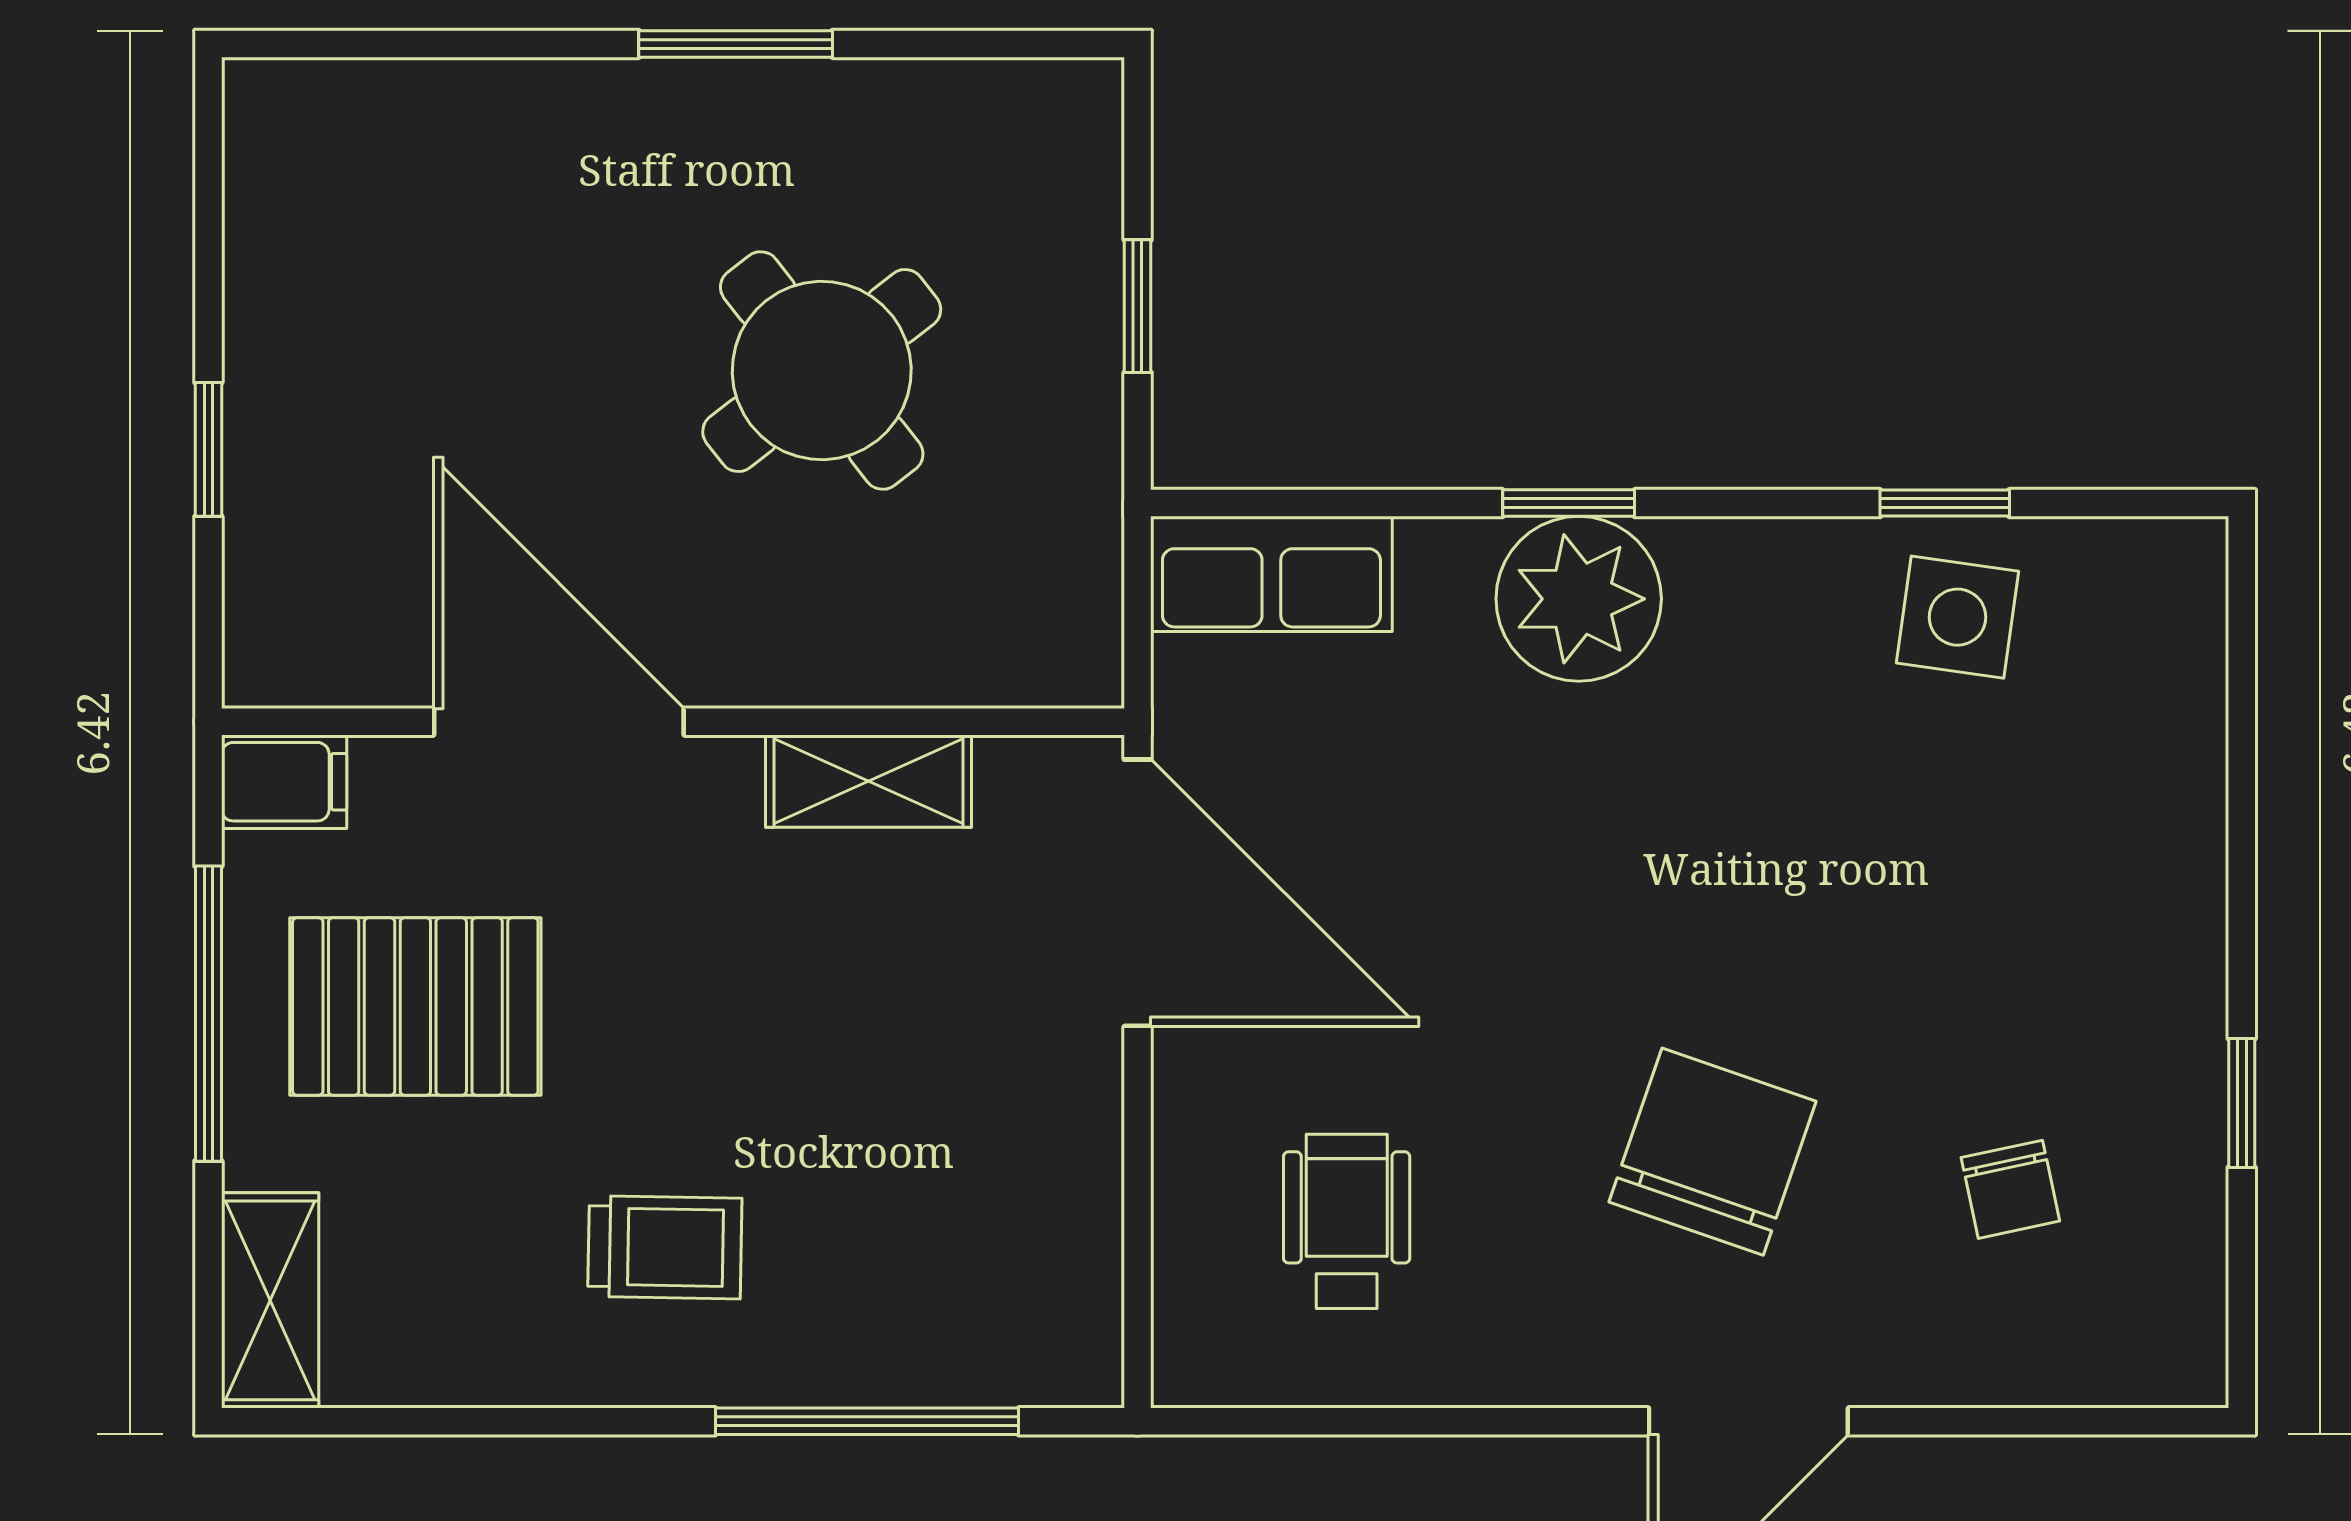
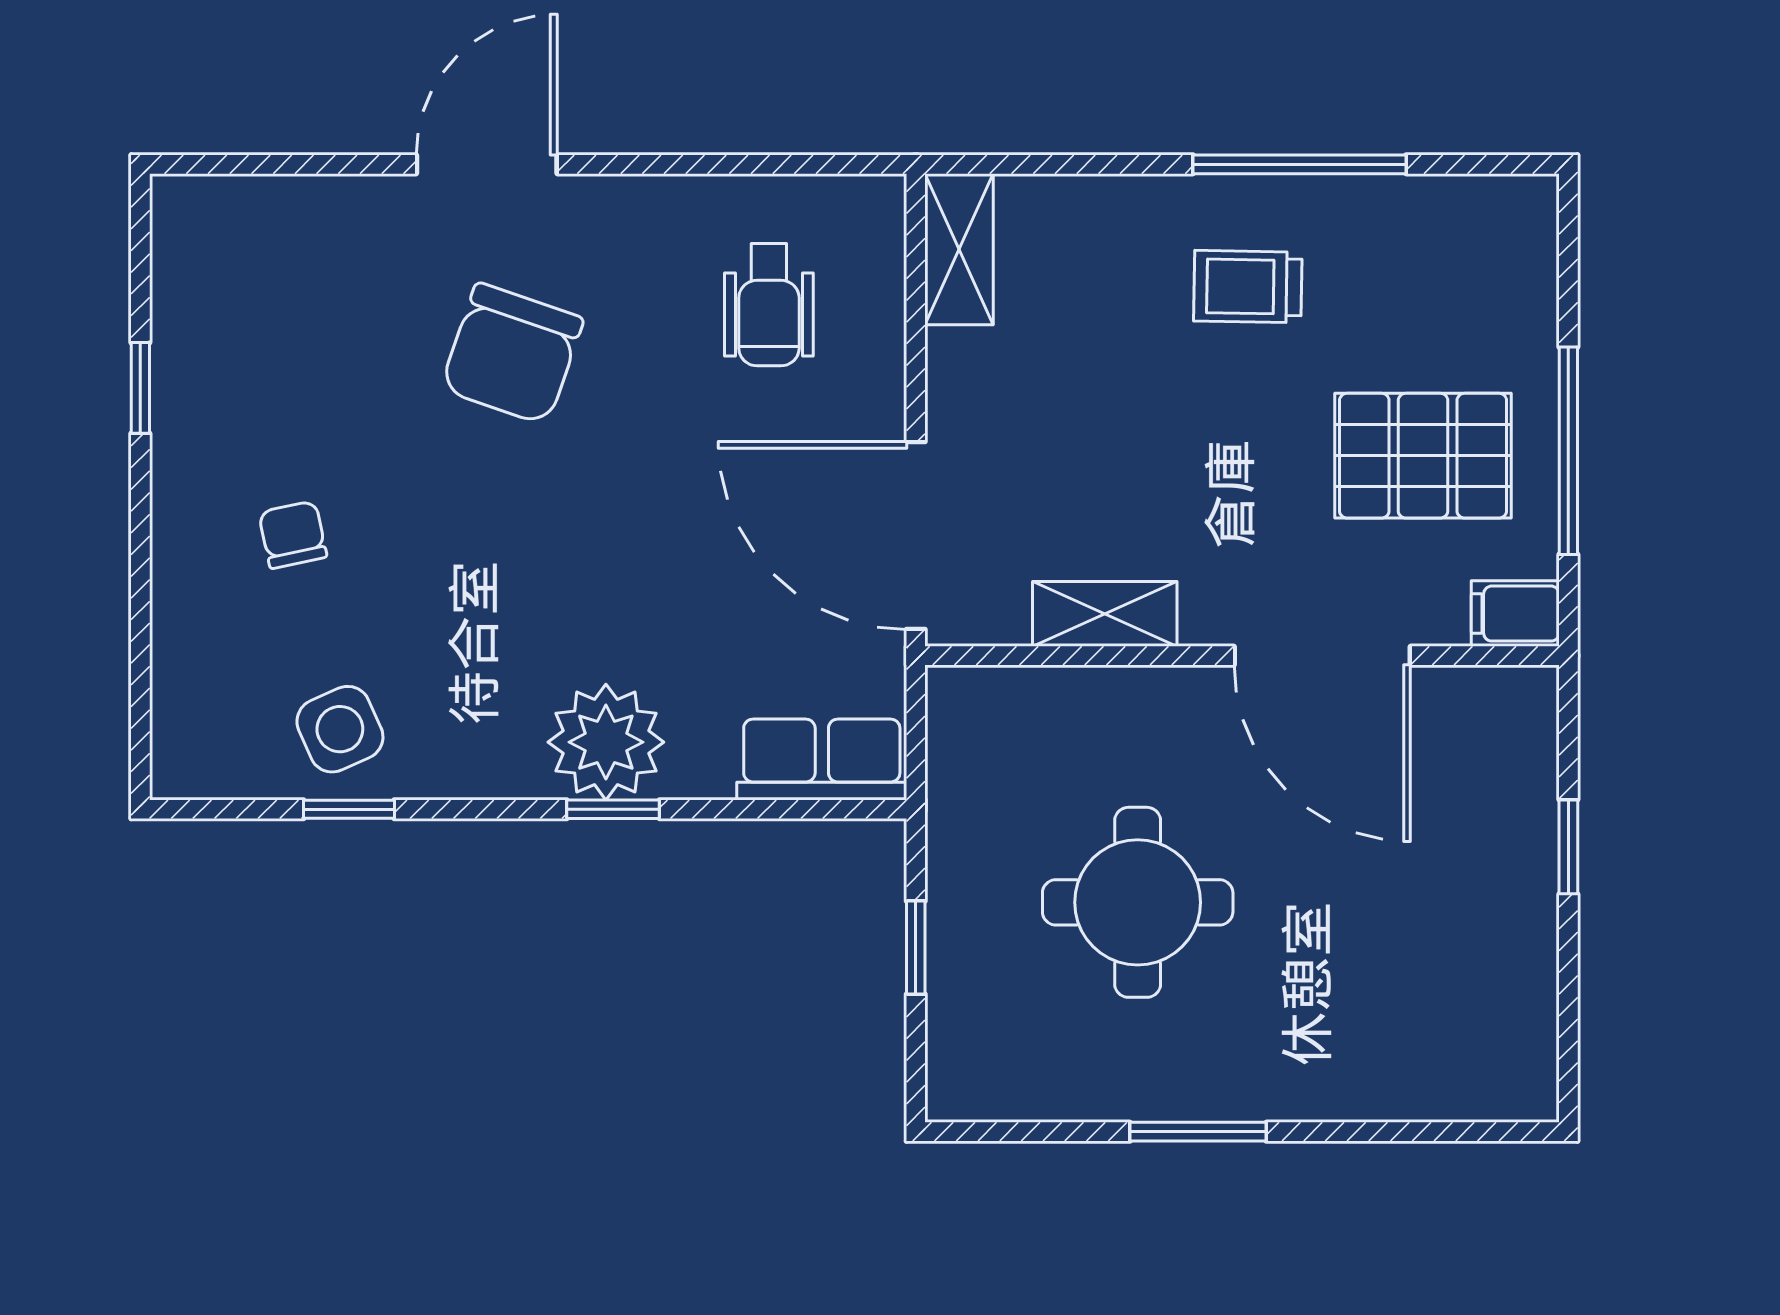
round table: (822, 371) -> (1138, 902), turned 38
side table: (1958, 617) -> (340, 729), turned -32
chair: (2010, 1189) -> (293, 535), moved
shelving: (270, 1300) -> (959, 249), moved
window: (867, 1421) -> (1299, 164), moved

